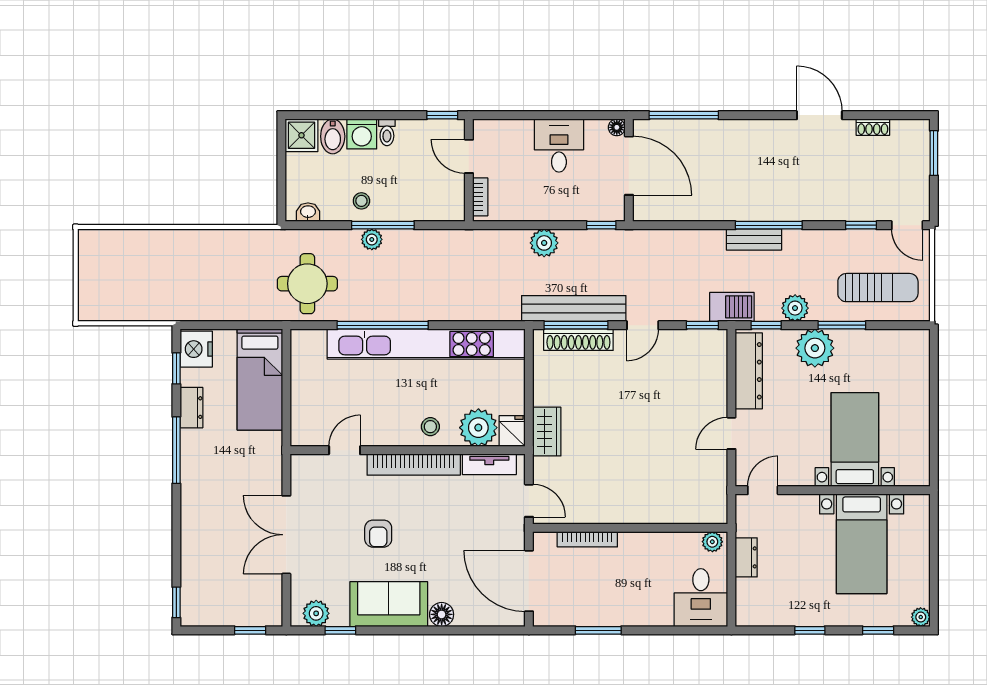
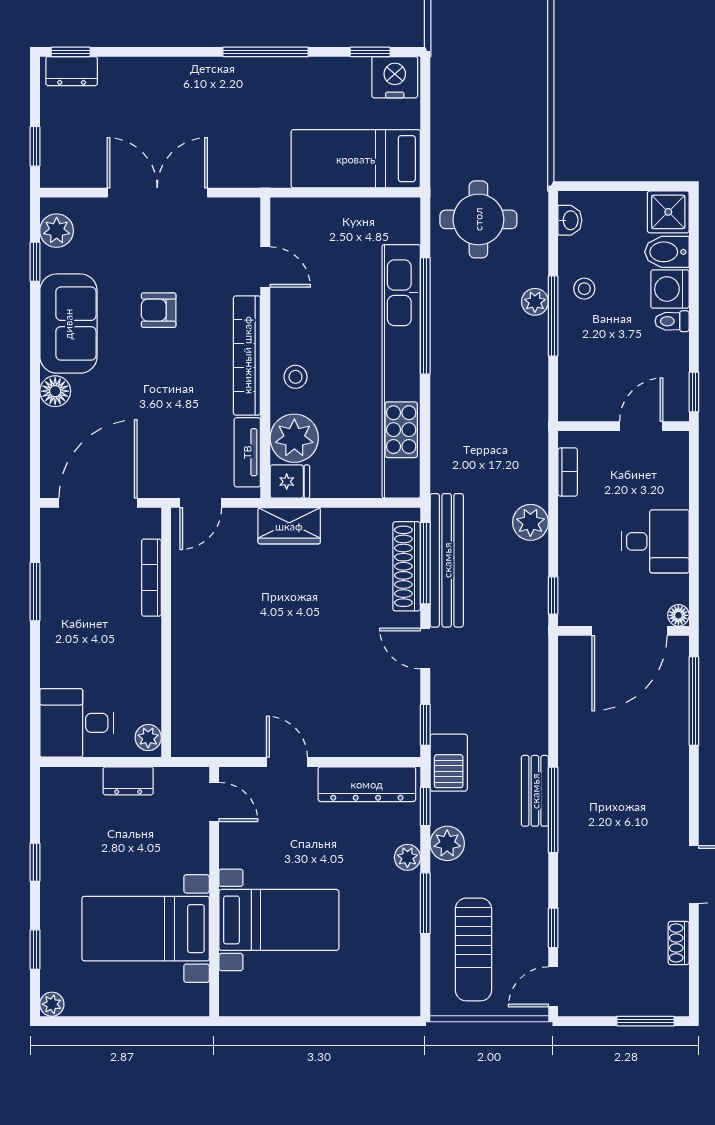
bookcase: (480, 197) -> (568, 472), moved, turned -90
plant: (815, 348) -> (407, 857), width x0.53, depth x0.53
dresser: (191, 408) -> (72, 71), moved

